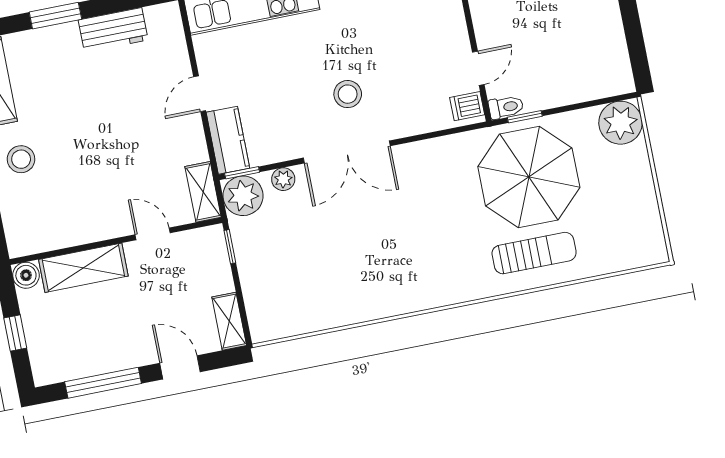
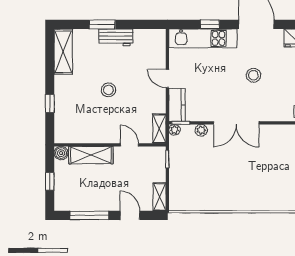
workbench: (113, 30) -> (116, 37), moved
door: (200, 94) -> (167, 78), hinge flipped
stool: (348, 94) -> (253, 75), moved
stool: (21, 159) -> (108, 90), moved
plant: (243, 196) -> (174, 130), width x0.53, depth x0.53

